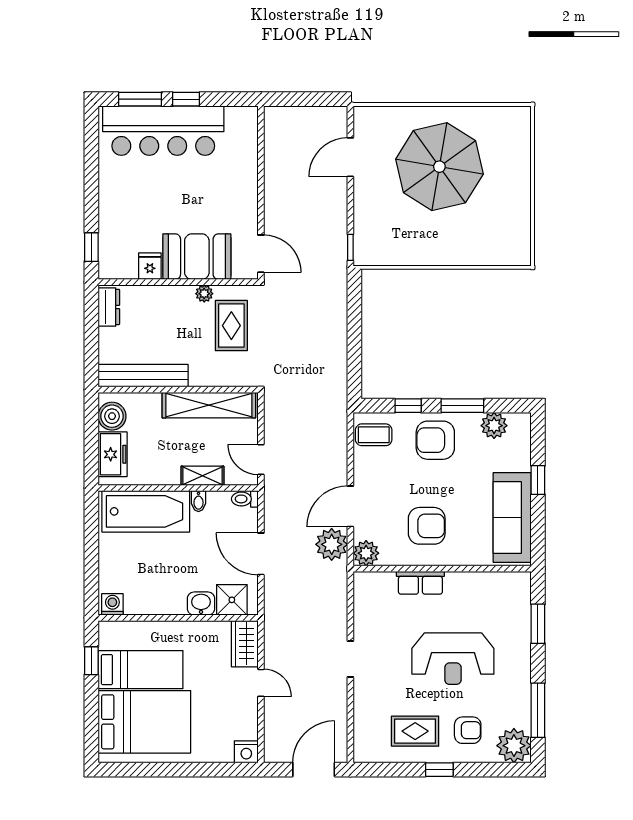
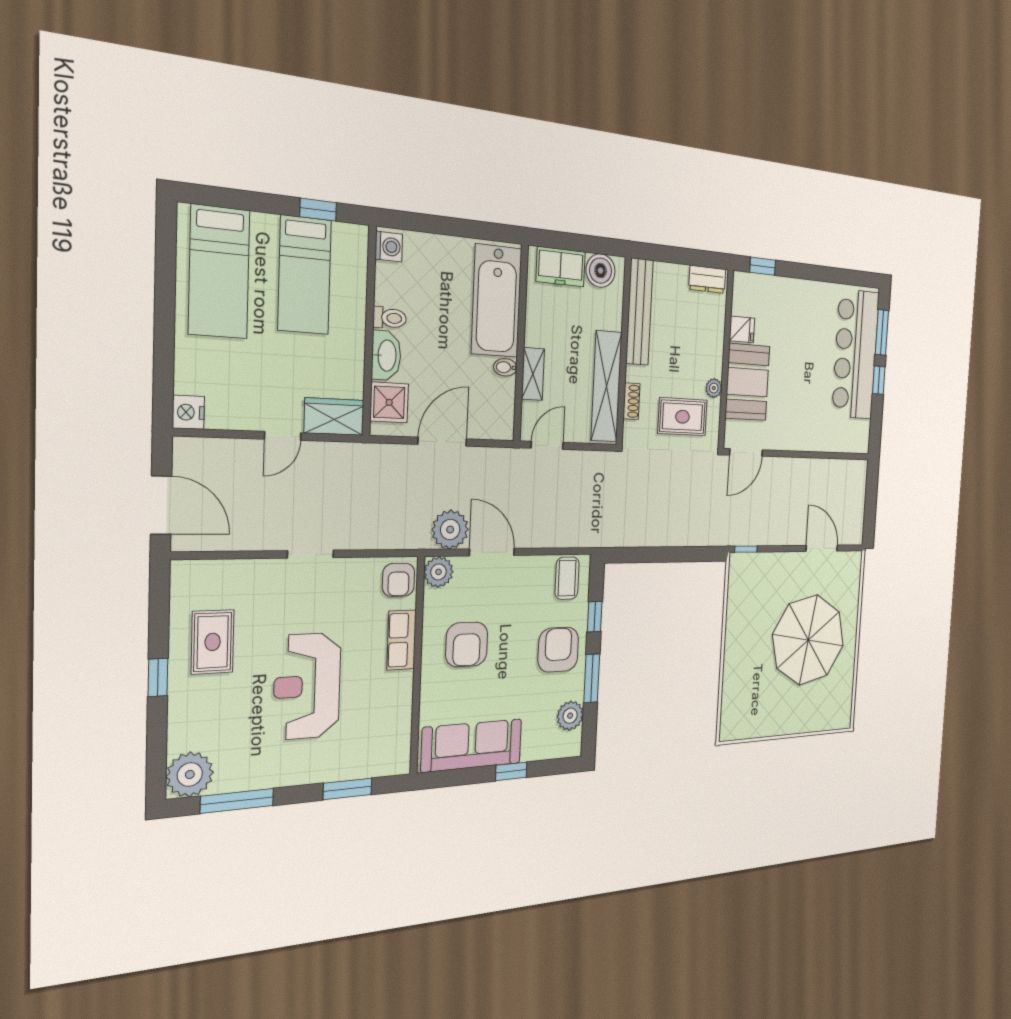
shoe rack: (220, 379) -> (631, 401), added
toilet: (245, 499) -> (390, 318), moved, turned 90
washbasin: (201, 604) -> (386, 356), width x1.38
bed: (144, 722) -> (219, 272), width x0.67
armchair: (468, 730) -> (399, 580), moved

